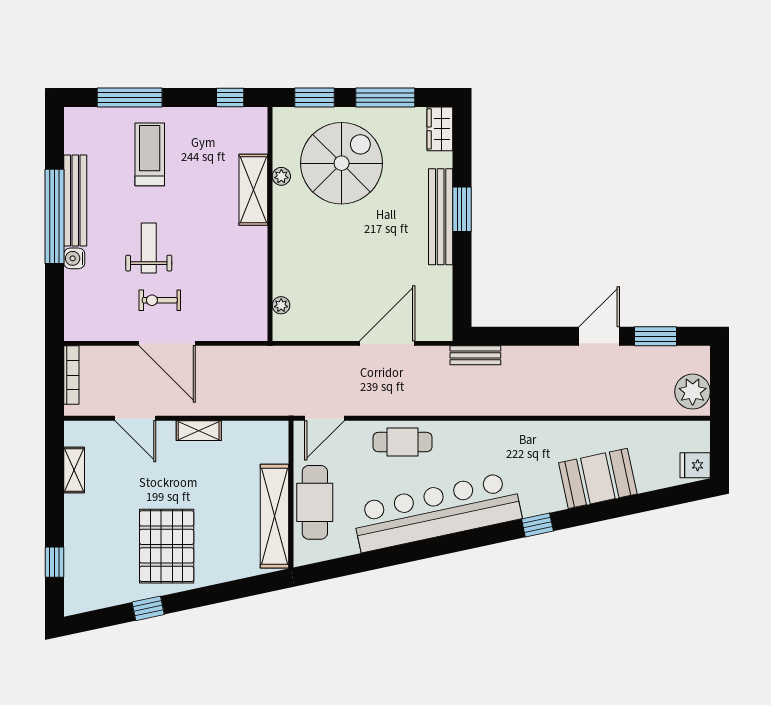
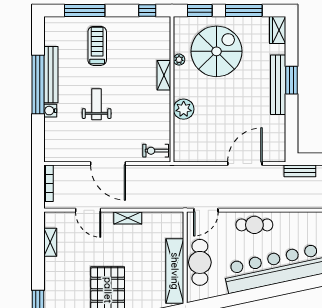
shelving: (253, 190) -> (164, 75), width x0.67, depth x0.75
exercise bike: (160, 300) -> (156, 151), moved
plant: (281, 305) -> (184, 109), moved, width x1.88, depth x1.88

